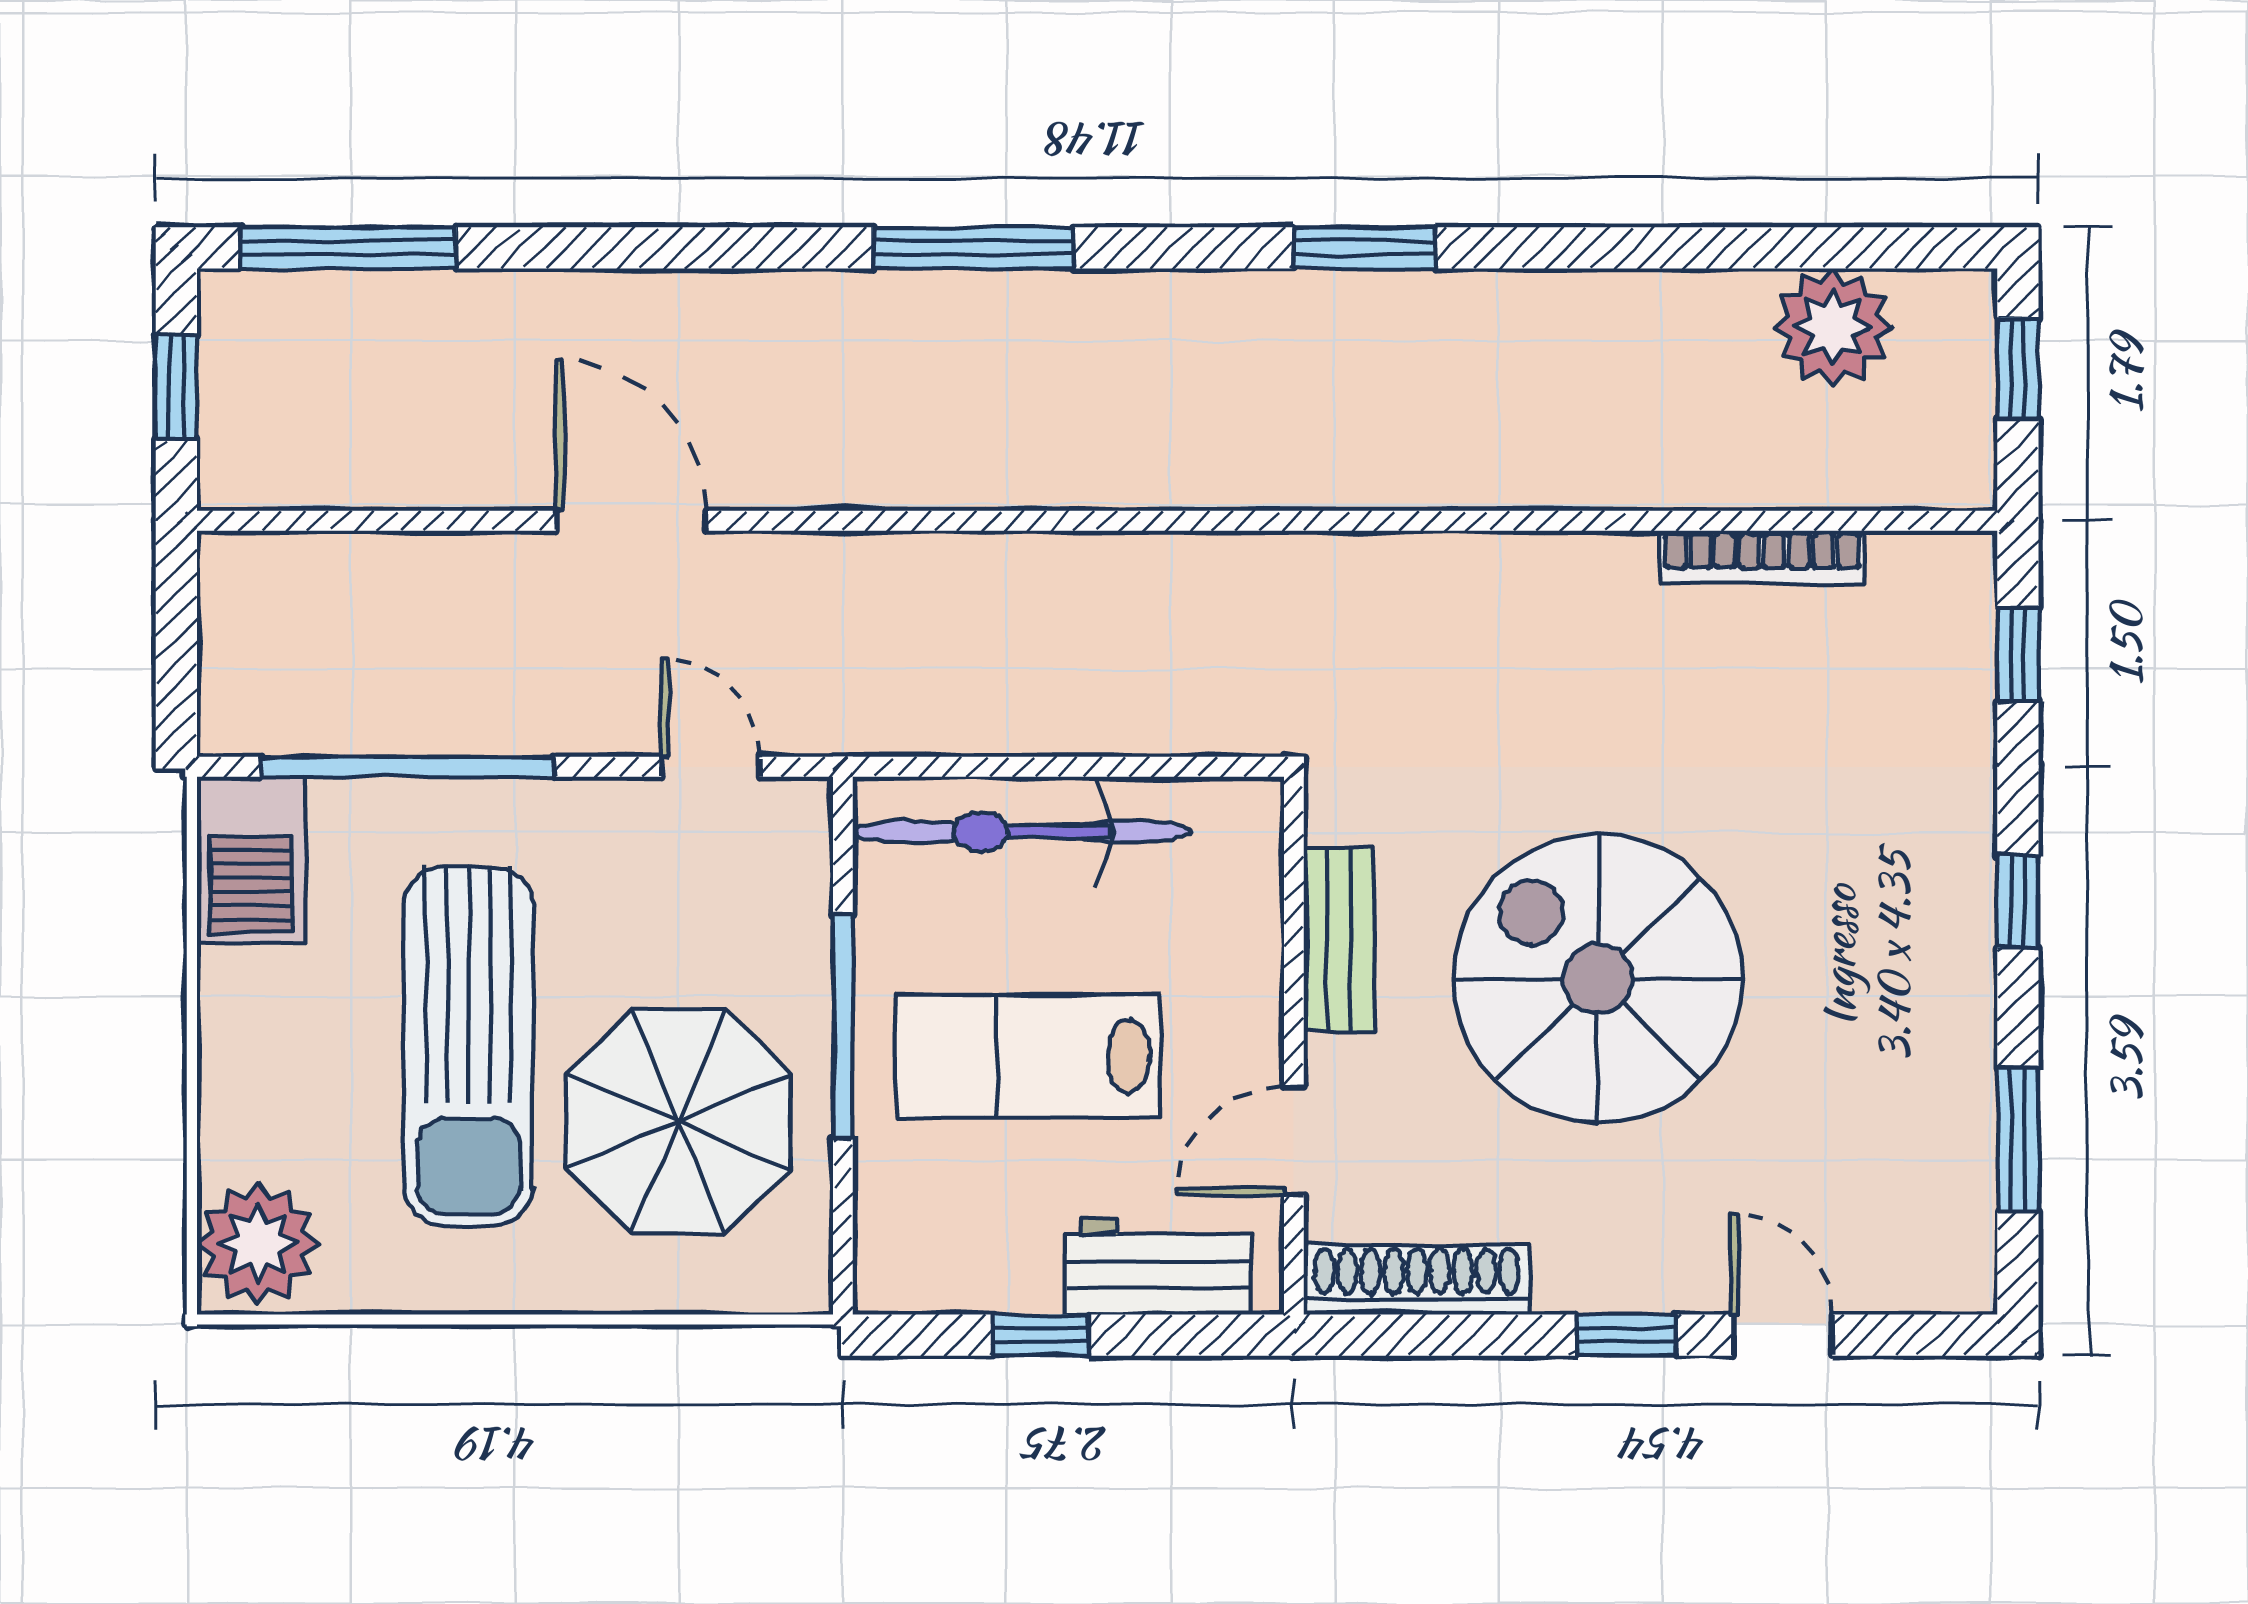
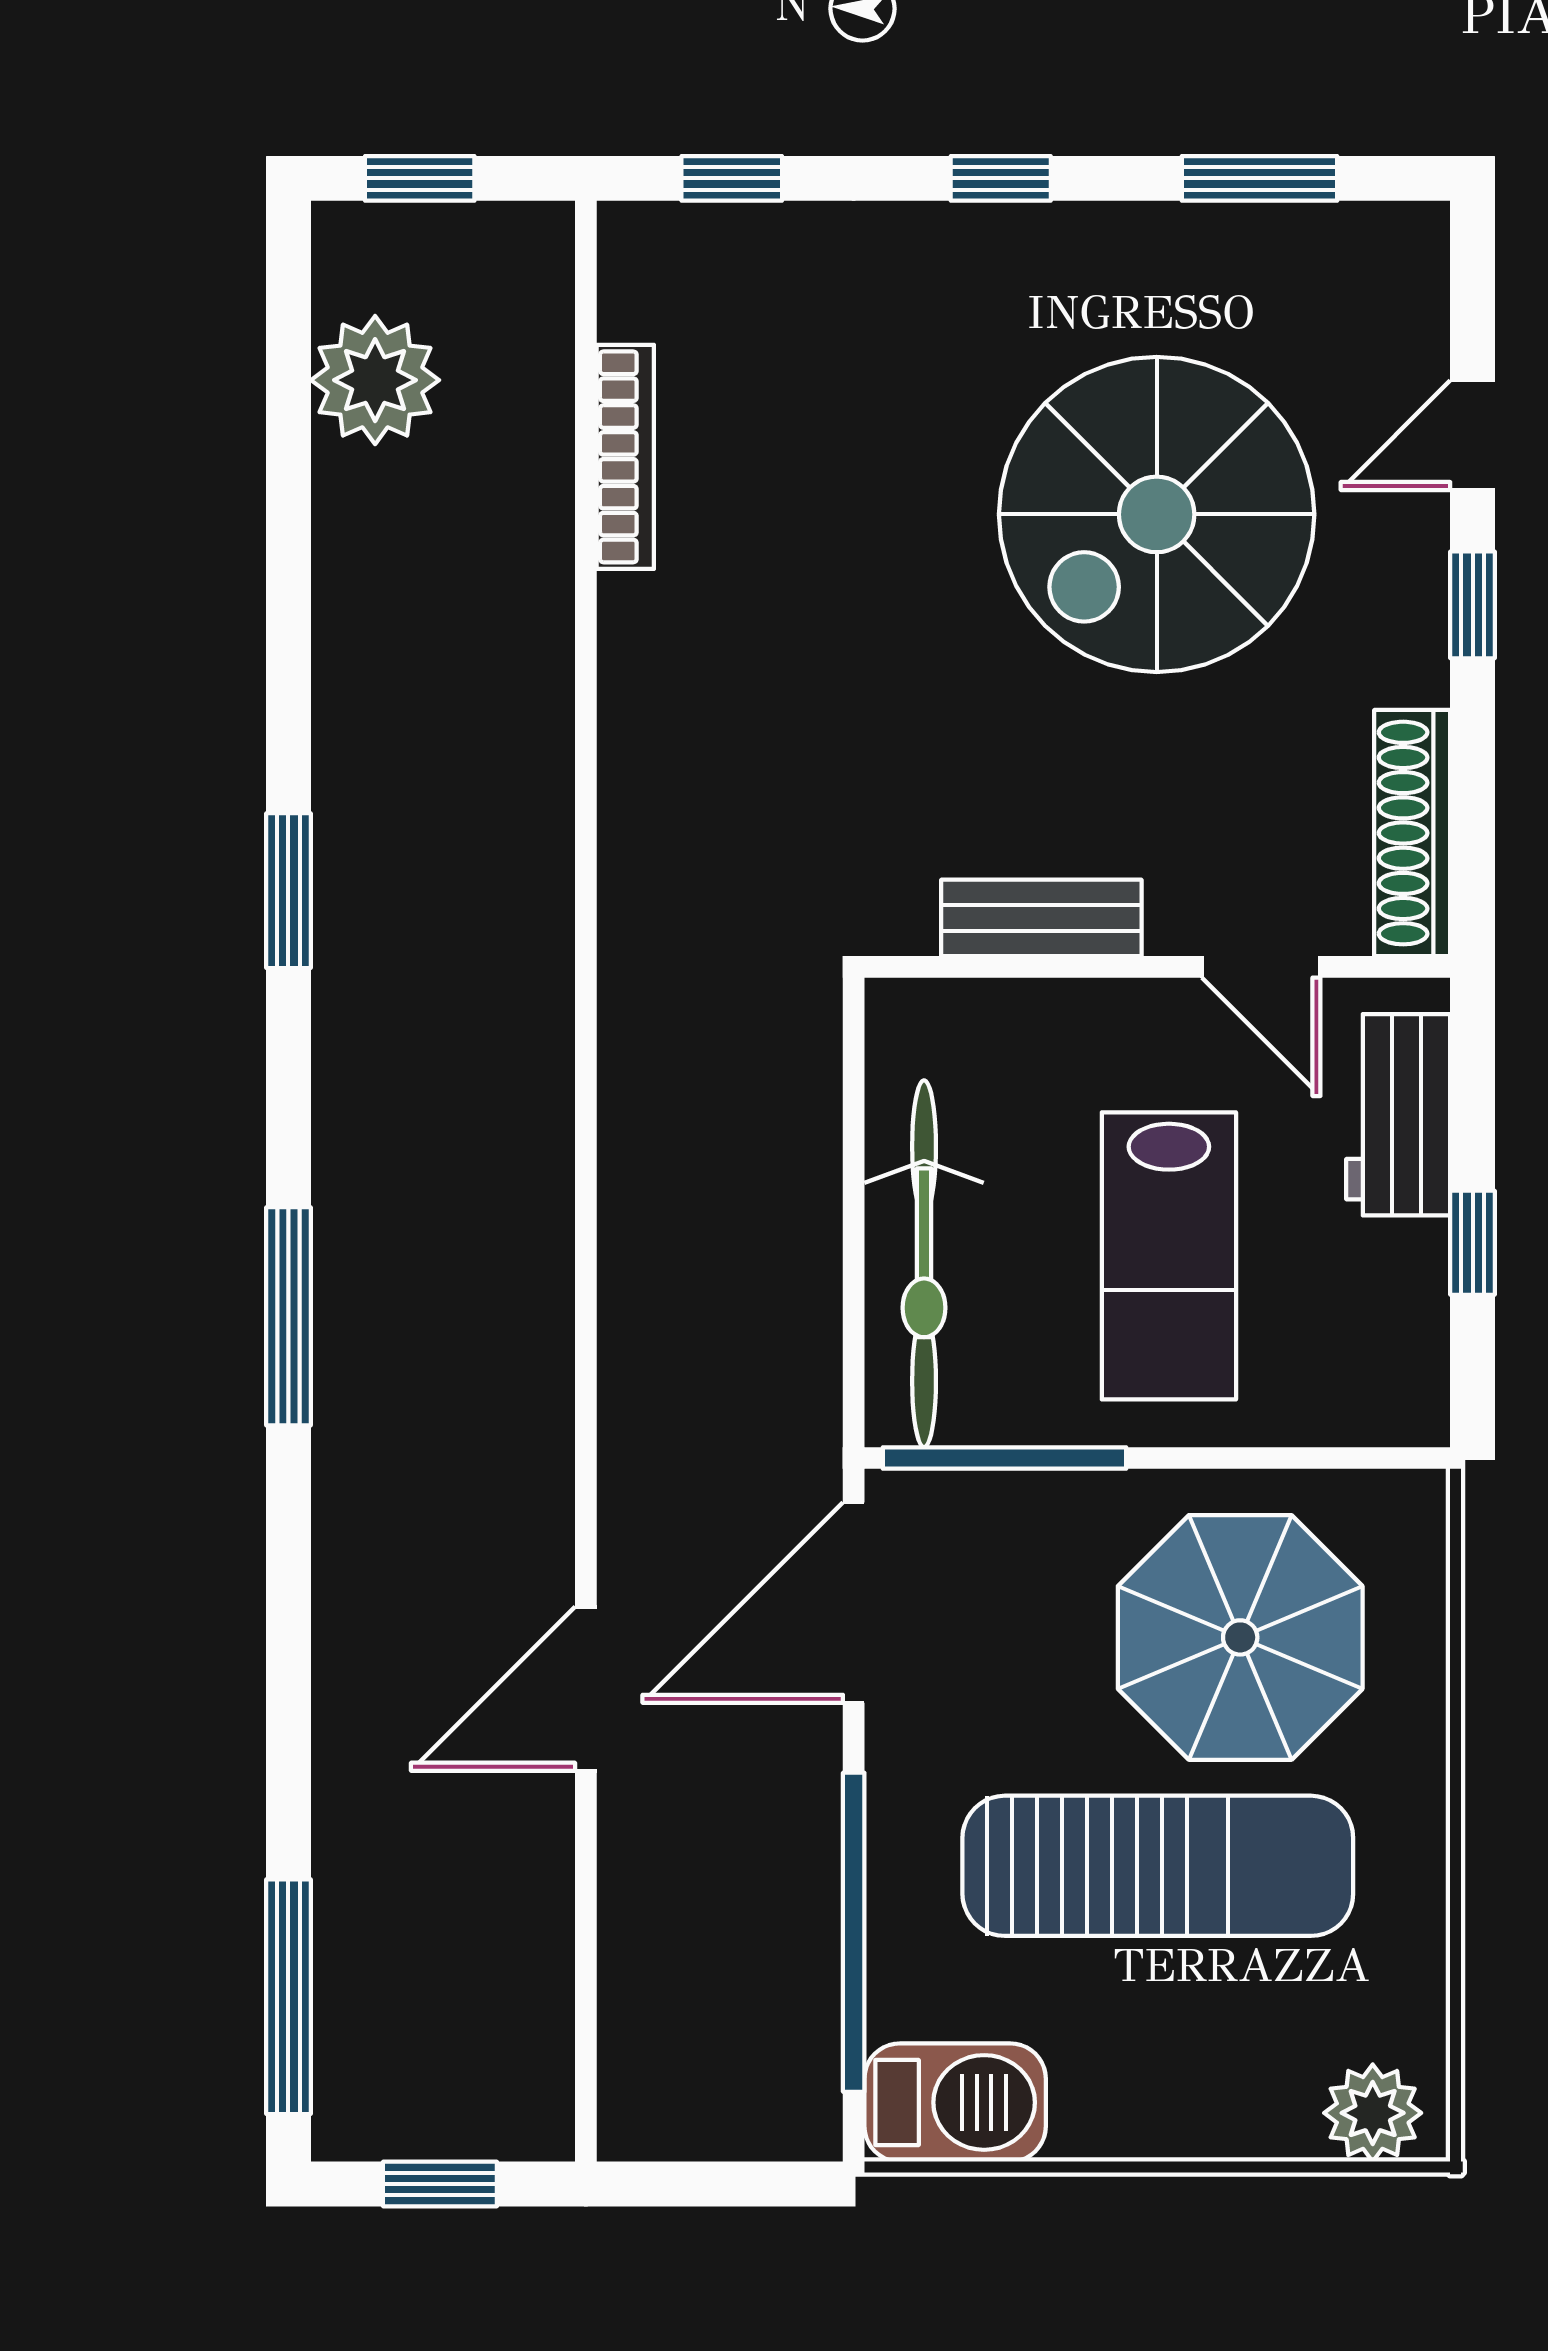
door: (710, 767) -> (854, 1603), width x1.87
spiral stairs: (1598, 979) -> (1157, 514), moved
window: (843, 1027) -> (1004, 1458), moved
plant: (258, 1243) -> (1373, 2113), width x0.73, depth x0.73

